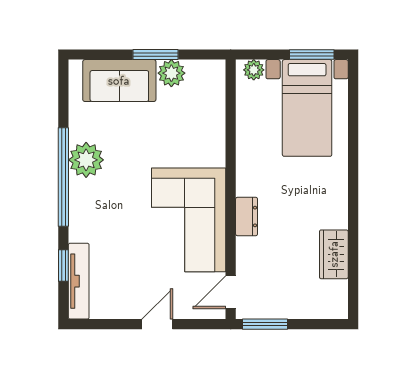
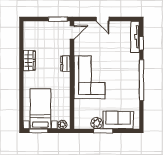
plant: (86, 160) -> (132, 87), removed
corner sofa: (189, 220) -> (89, 77), moved
wardrobe: (334, 254) -> (29, 60), moved
door: (157, 324) -> (102, 19), hinge flipped

